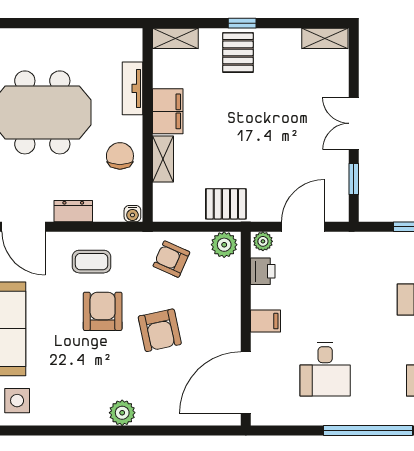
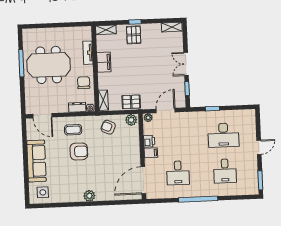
shelving: (163, 159) -> (103, 100), moved
dresser: (73, 211) -> (77, 107), moved
printer: (263, 271) -> (149, 141), moved
armchair: (103, 311) -> (79, 151), turned 90
armchair: (160, 330) -> (104, 159), removed

